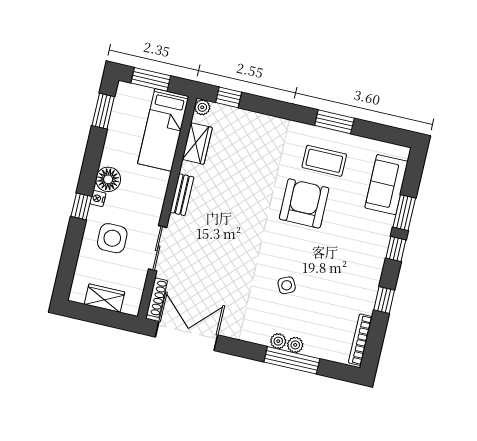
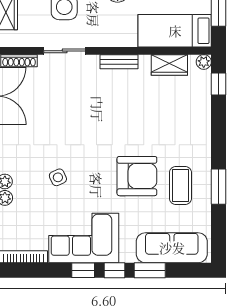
sofa: (386, 185) -> (172, 248), width x1.36
corner sofa: (355, 273) -> (84, 238), added
window: (384, 300) -> (83, 270), moved

